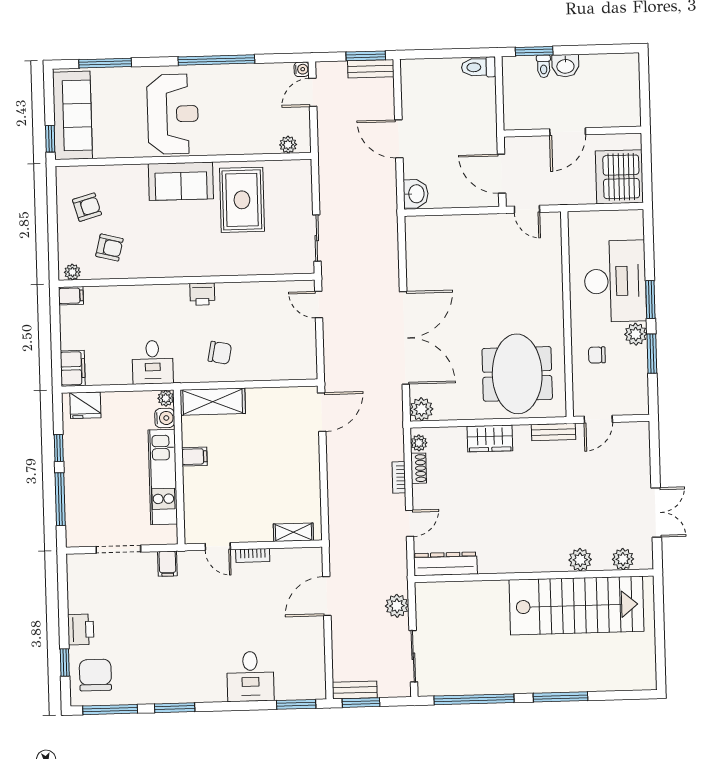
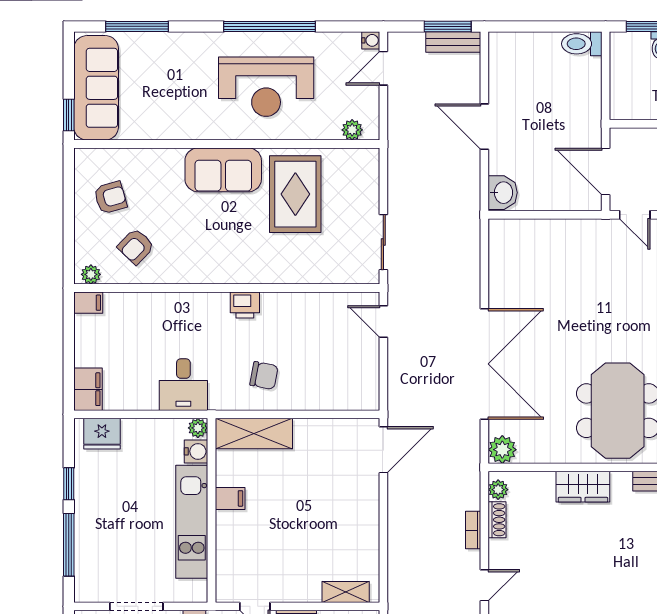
reception desk: (173, 114) -> (266, 87), moved, turned 90
armchair: (109, 247) -> (136, 246), turned 120

